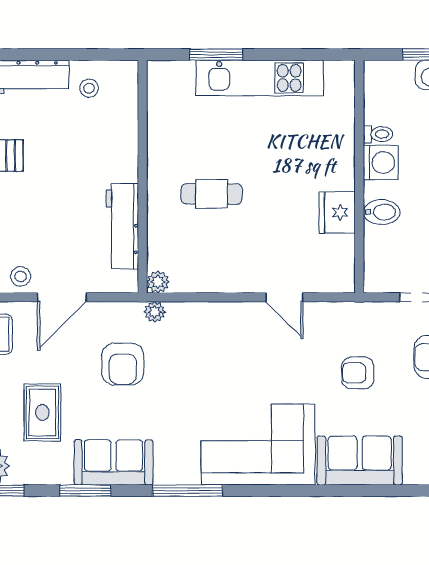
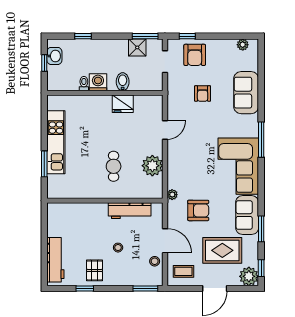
stool: (89, 88) -> (118, 248), moved
plant: (158, 282) -> (152, 166), moved, width x1.87, depth x1.87
rug: (42, 412) -> (222, 250), width x1.36, depth x1.43
corner sofa: (258, 445) -> (238, 166), moved
window: (188, 491) -> (261, 140), moved

